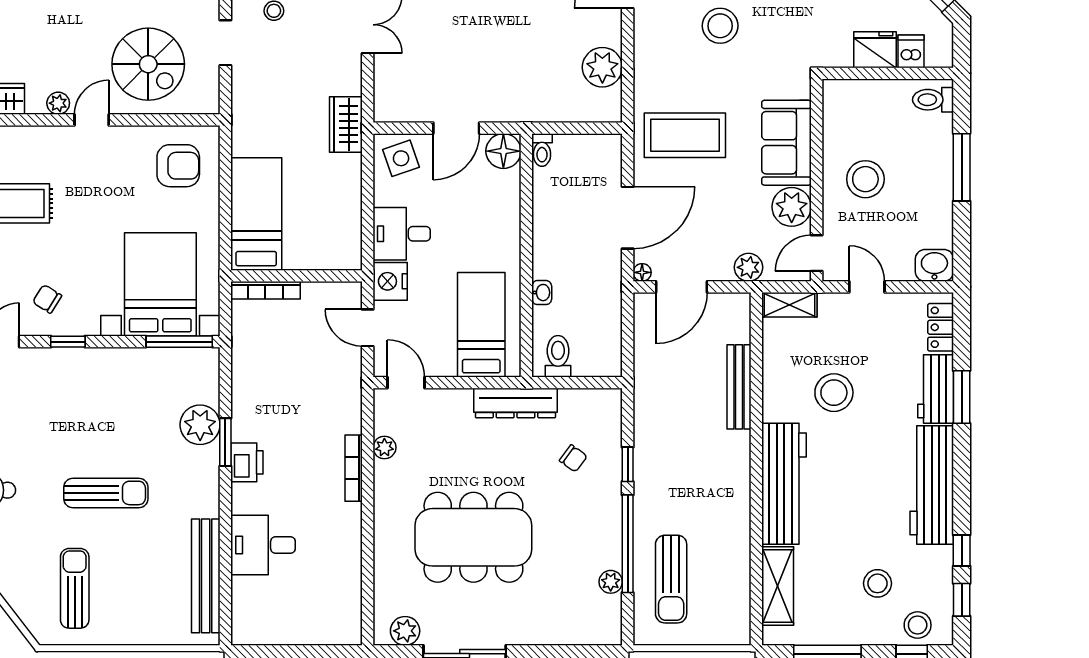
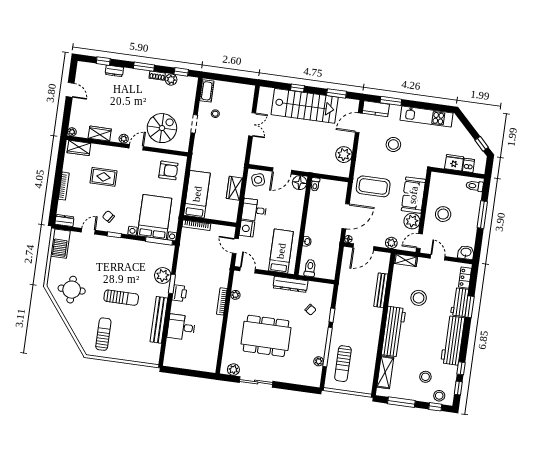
spiral stairs: (148, 64) -> (162, 128), turned -90
wardrobe: (346, 124) -> (234, 188), moved
bench: (206, 576) -> (159, 320), moved

